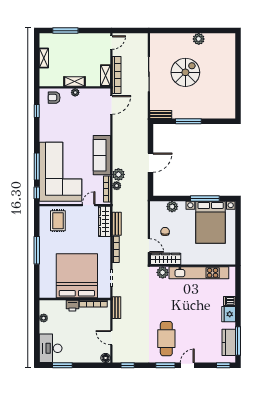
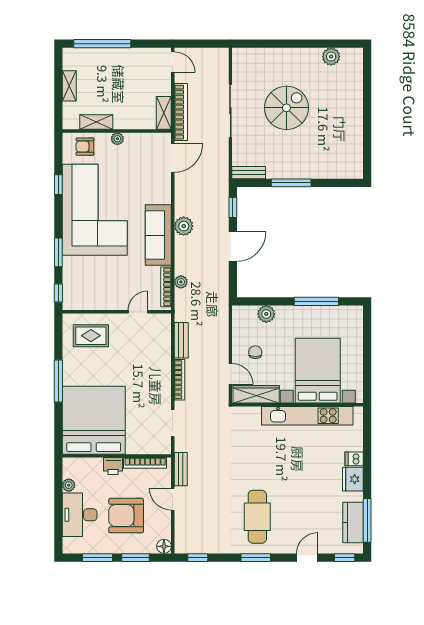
window: (65, 31) -> (102, 44), width x1.46
plant: (199, 39) -> (331, 57), moved
door: (111, 43) -> (173, 62), hinge flipped
shelving: (74, 82) -> (96, 122), moved
window: (37, 111) -> (58, 185), moved
window: (150, 137) -> (233, 207), added
window: (37, 166) -> (58, 252), width x0.69
corner sofa: (60, 172) -> (95, 210), moved
plant: (118, 174) -> (184, 226), moved
rug: (58, 221) -> (91, 336), turned 90
wardrobe: (104, 221) -> (162, 337), removed
bed with nightstands: (211, 222) -> (318, 371), moved, turned 180
plant: (163, 272) -> (251, 415), removed
bed: (77, 276) -> (94, 420), moved
armchair: (81, 338) -> (126, 516), added
door: (111, 338) -> (173, 499), moved
desk: (51, 348) -> (80, 515), moved
window: (87, 365) -> (136, 558), added
door: (187, 365) -> (307, 558), moved

